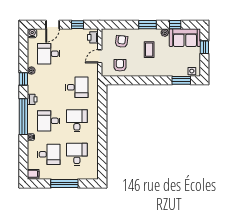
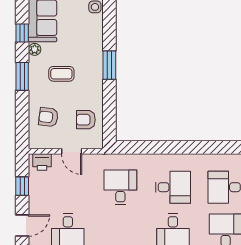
door: (53, 25) -> (22, 225), hinge flipped
window: (181, 80) -> (109, 65), moved
desk: (77, 121) -> (173, 187), turned 180

